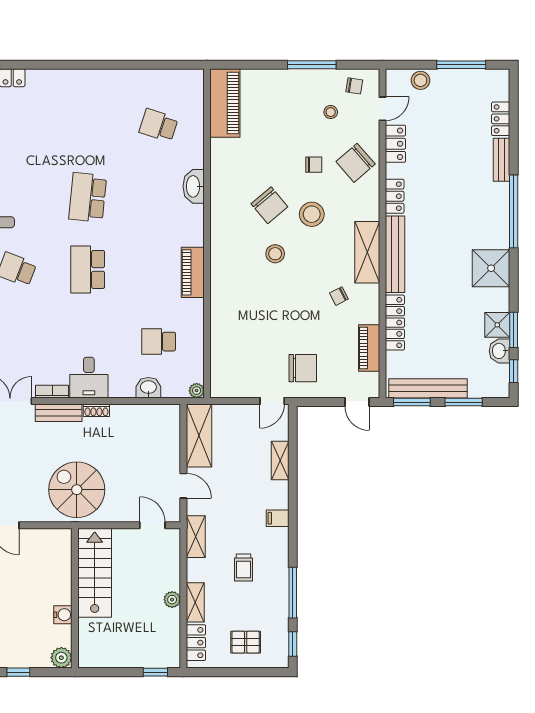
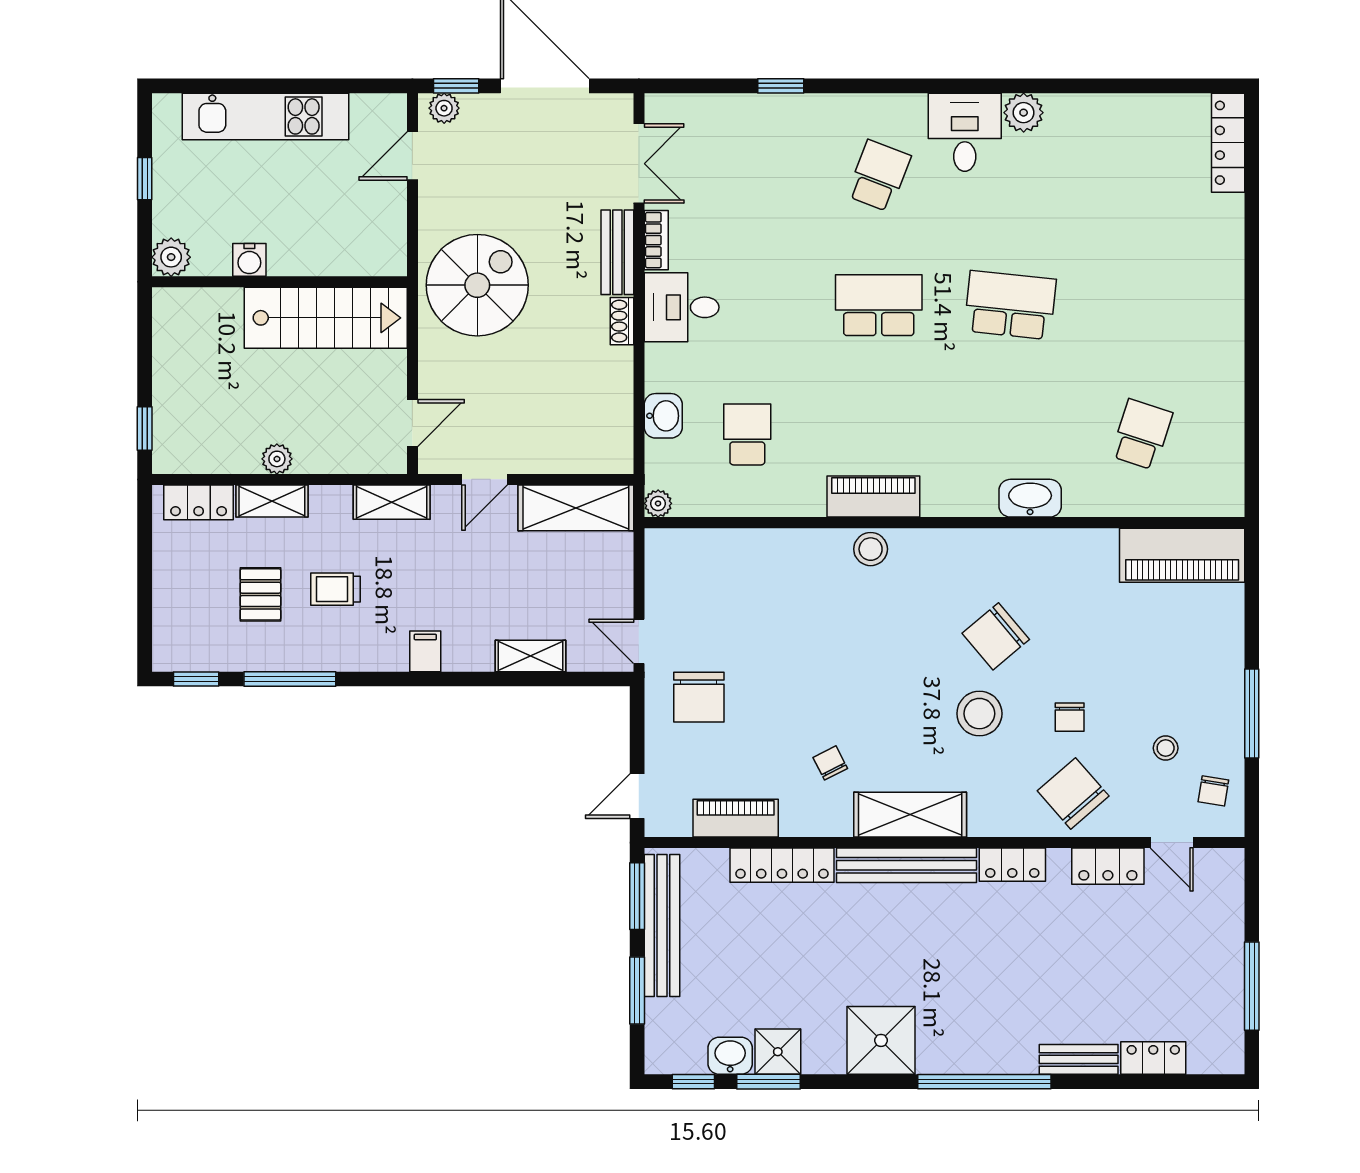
stool: (420, 80) -> (1223, 912), removed
stool: (275, 254) -> (871, 549), moved
pallet: (246, 642) -> (260, 594), moved

